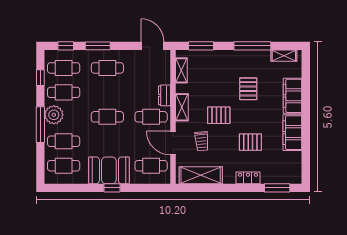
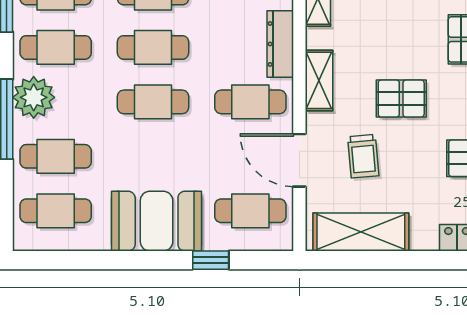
cafe table: (107, 92) -> (153, 47), added
dresser: (164, 95) -> (280, 44), width x1.44
window: (112, 188) -> (211, 260), moved

